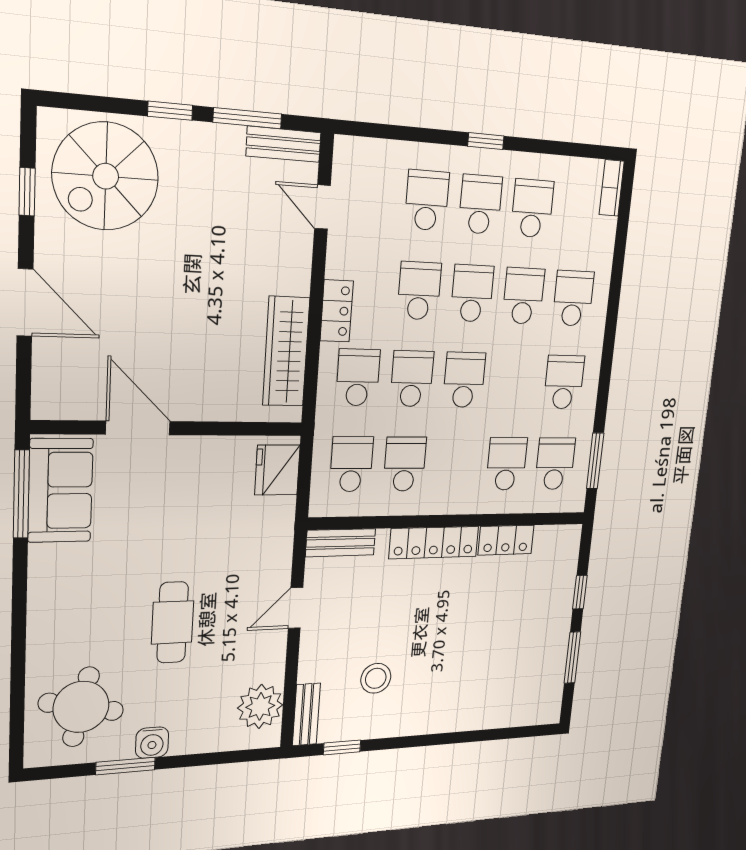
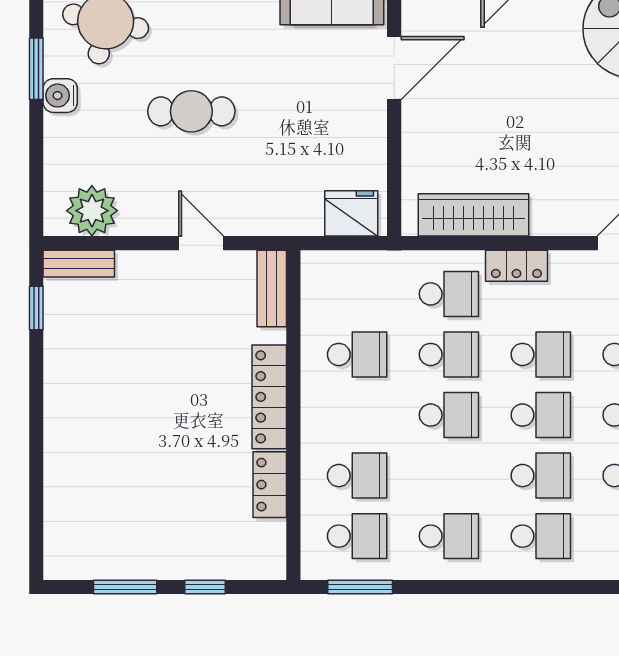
school desk: (351, 464) -> (357, 294), removed
stool: (376, 678) -> (115, 341), removed

